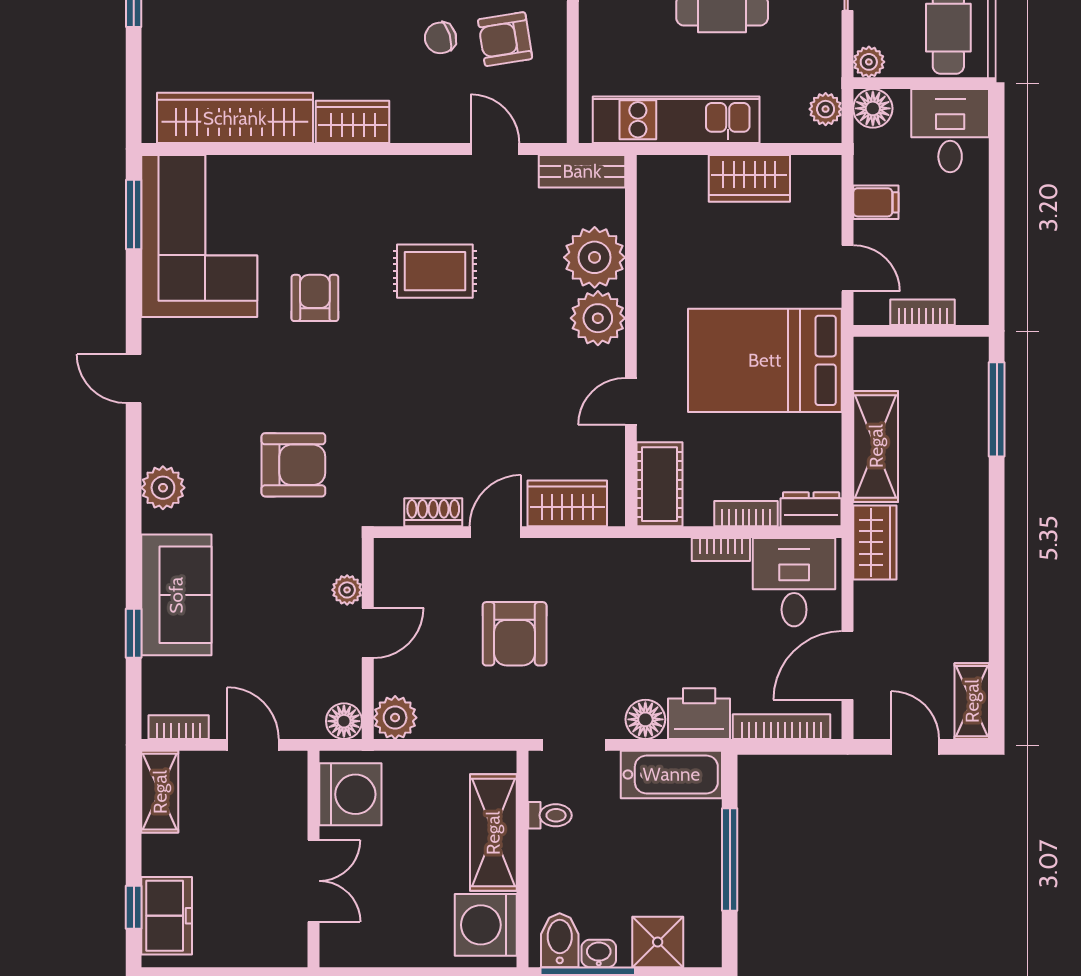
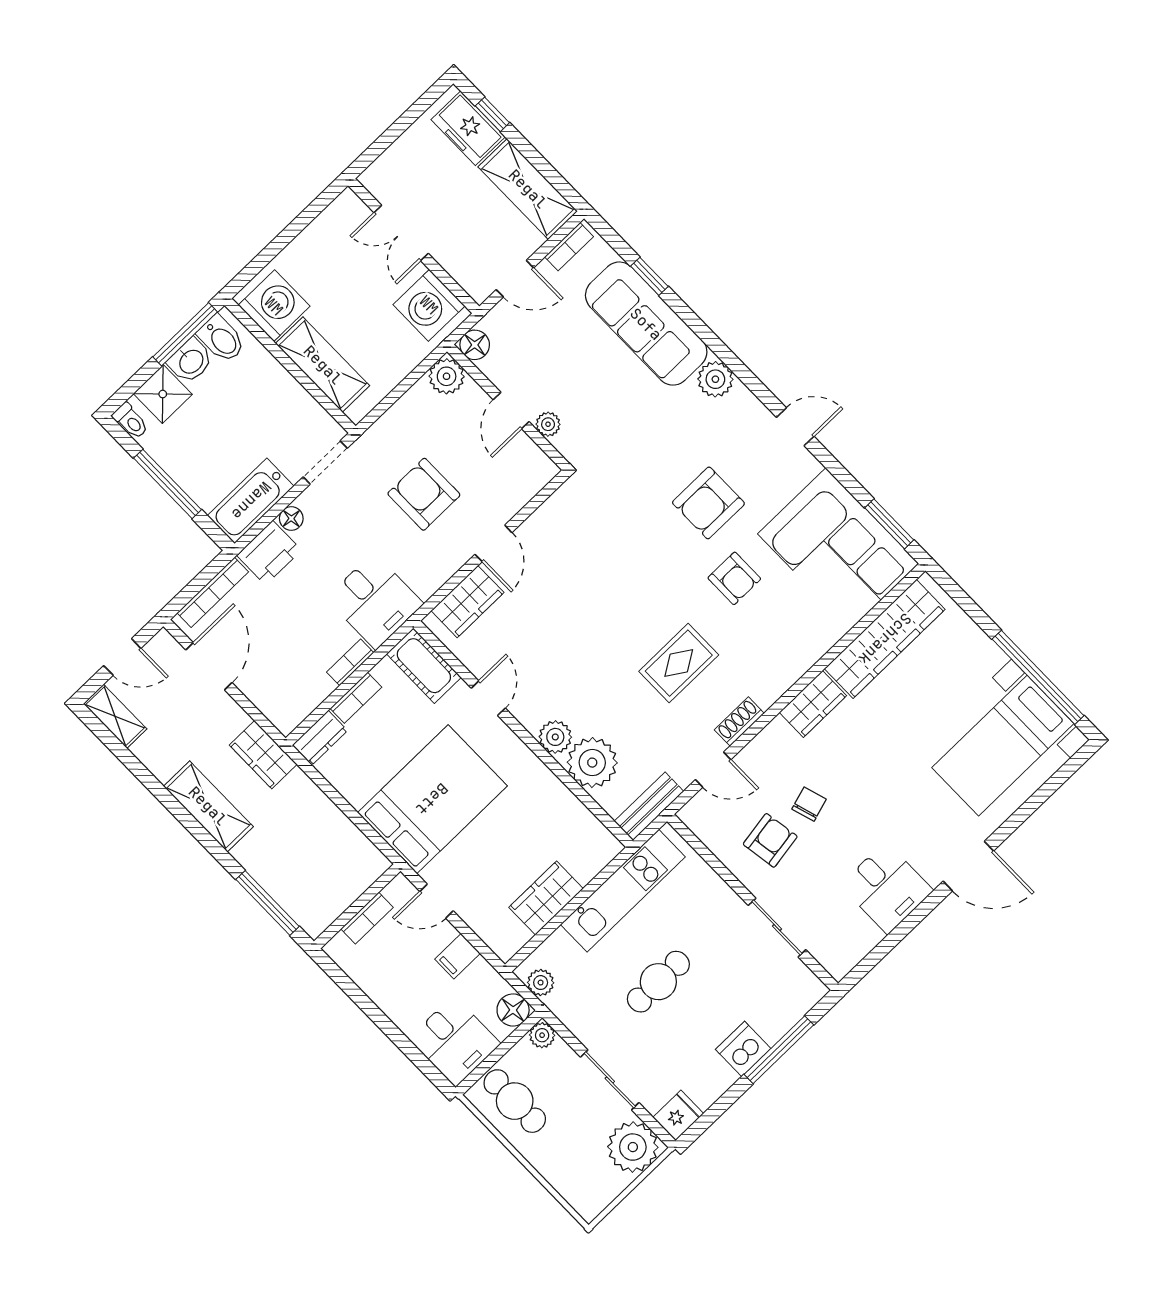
plant: (598, 318) -> (555, 737), width x0.73, depth x0.73
shelving: (876, 446) -> (208, 806), moved
armchair: (293, 465) -> (708, 503), moved
shoe rack: (433, 512) -> (739, 722), moved, turned 180
desk: (794, 582) -> (375, 601), moved
sofa: (176, 595) -> (646, 324), width x1.36
floor lamp: (645, 719) -> (291, 518), width x0.73, depth x0.73
shelving: (160, 792) -> (528, 189), width x1.50, depth x1.33
toilet: (550, 815) -> (131, 421), moved, turned -90
washbasin: (599, 953) -> (191, 361), width x1.38, depth x1.45

